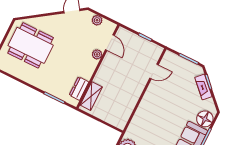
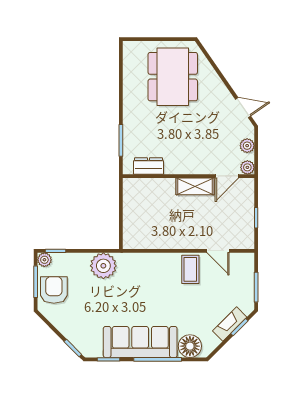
plant: (97, 54) -> (247, 167), moved
coffee table: (157, 95) -> (190, 269), added
shelving: (91, 96) -> (195, 186), moved

